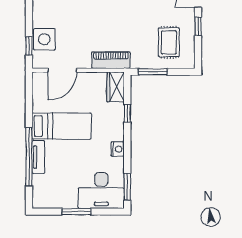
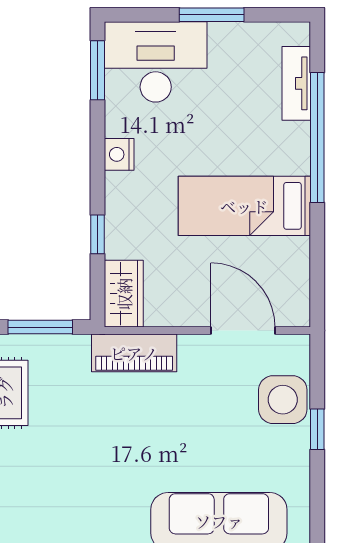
window: (29, 46) -> (317, 429), moved
door: (62, 70) -> (243, 331), hinge flipped
tv unit: (38, 157) -> (296, 83), moved

